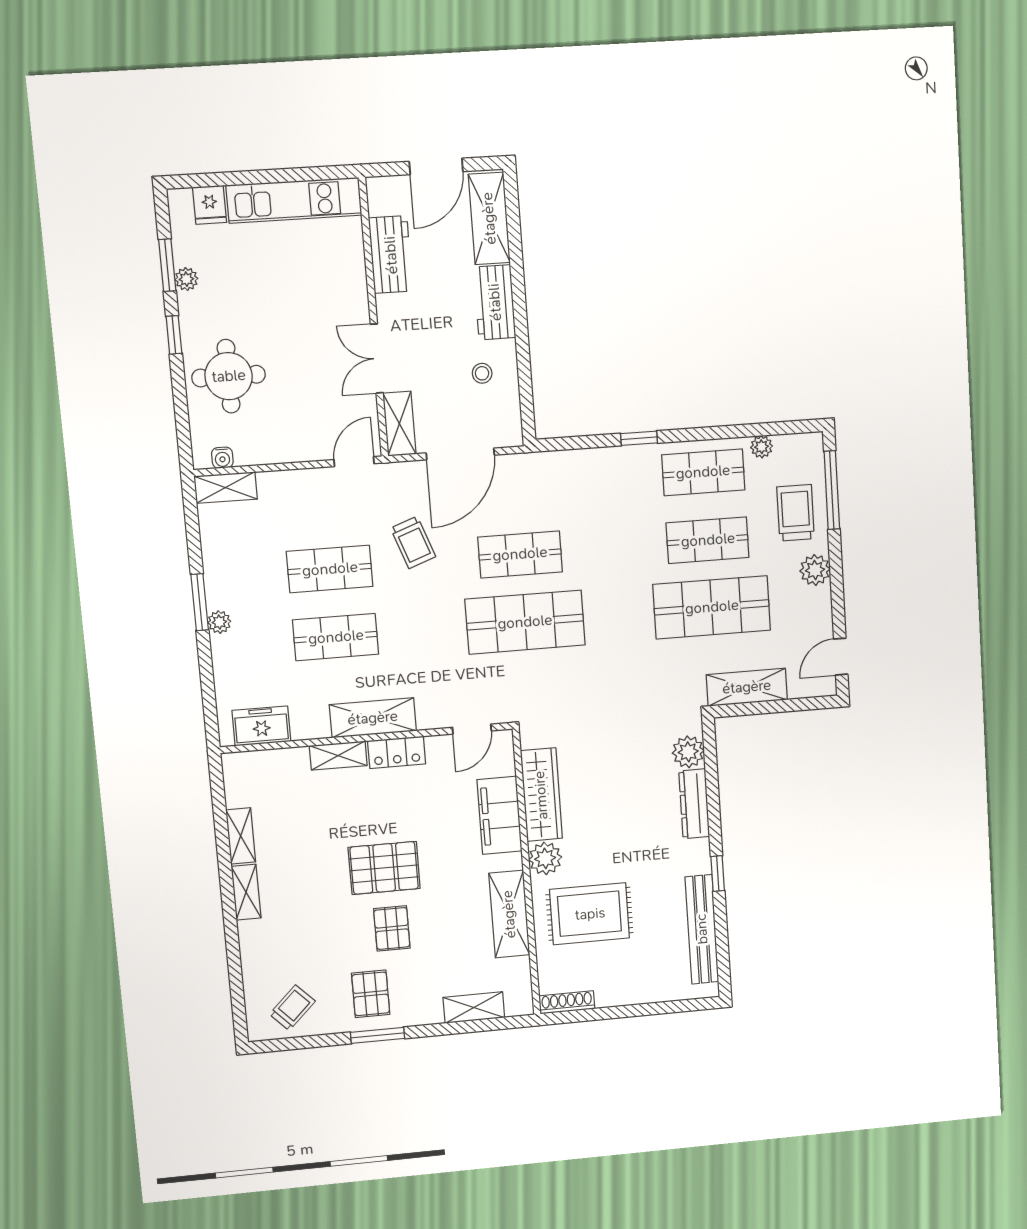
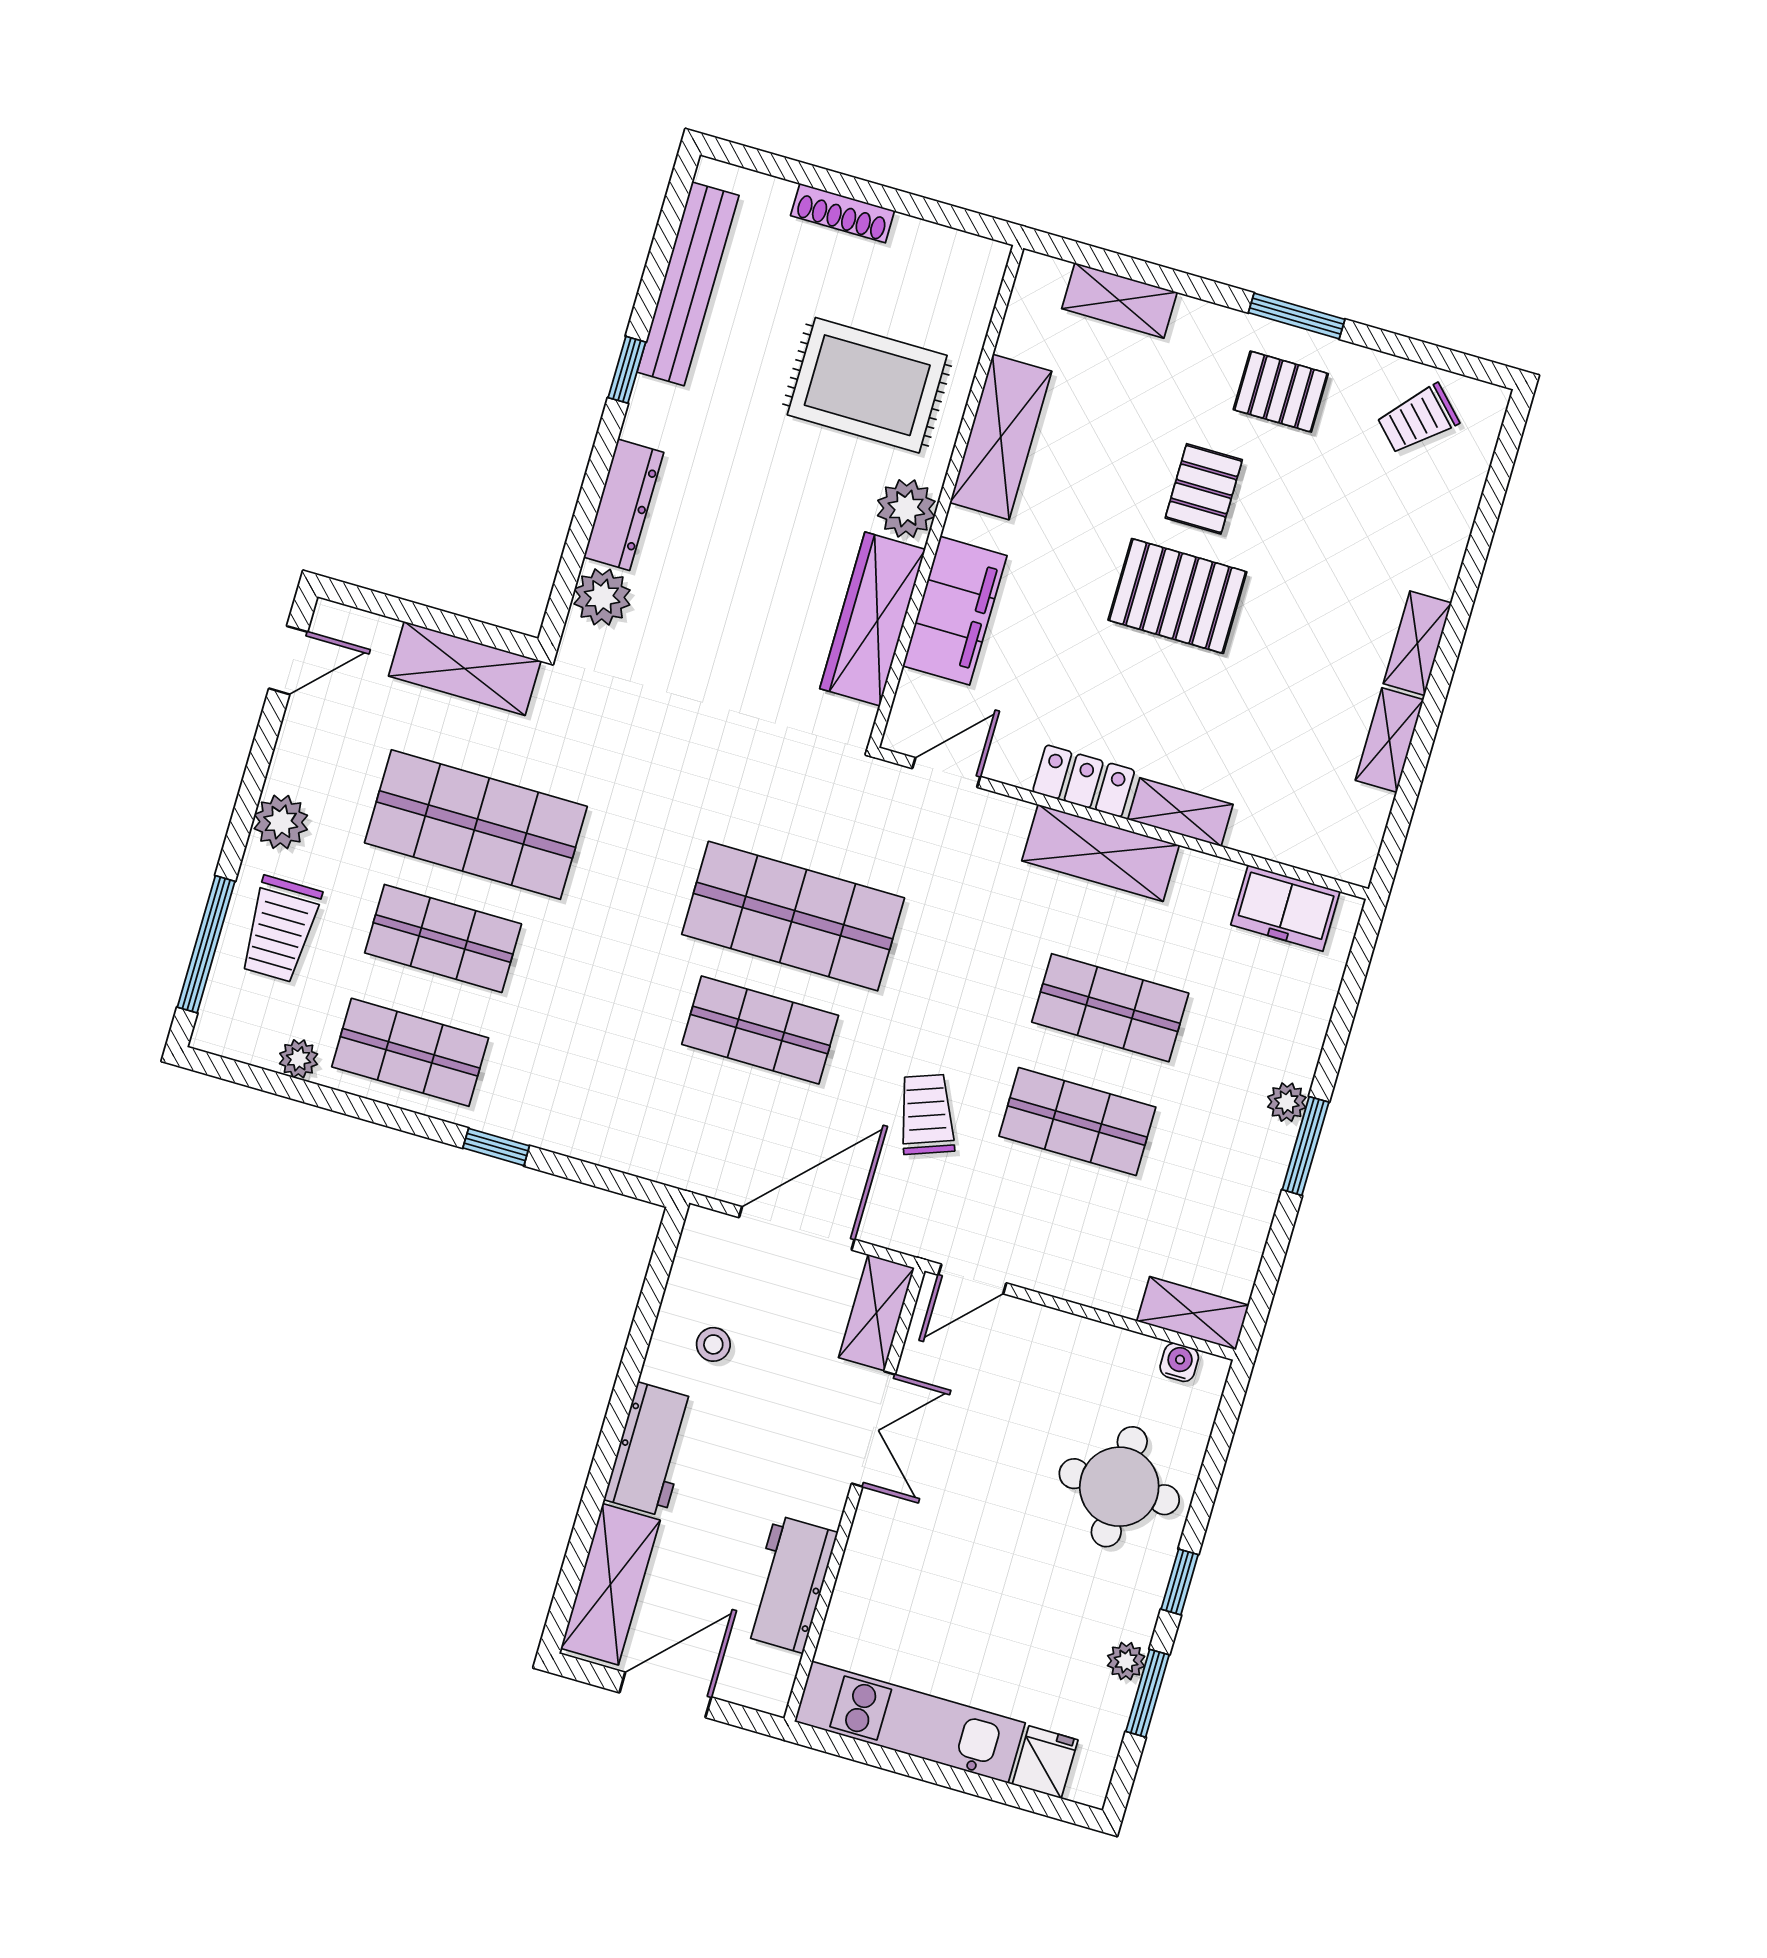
pallet: (371, 994) -> (1281, 392), turned 90
shoe rack: (567, 1002) -> (843, 213), moved

